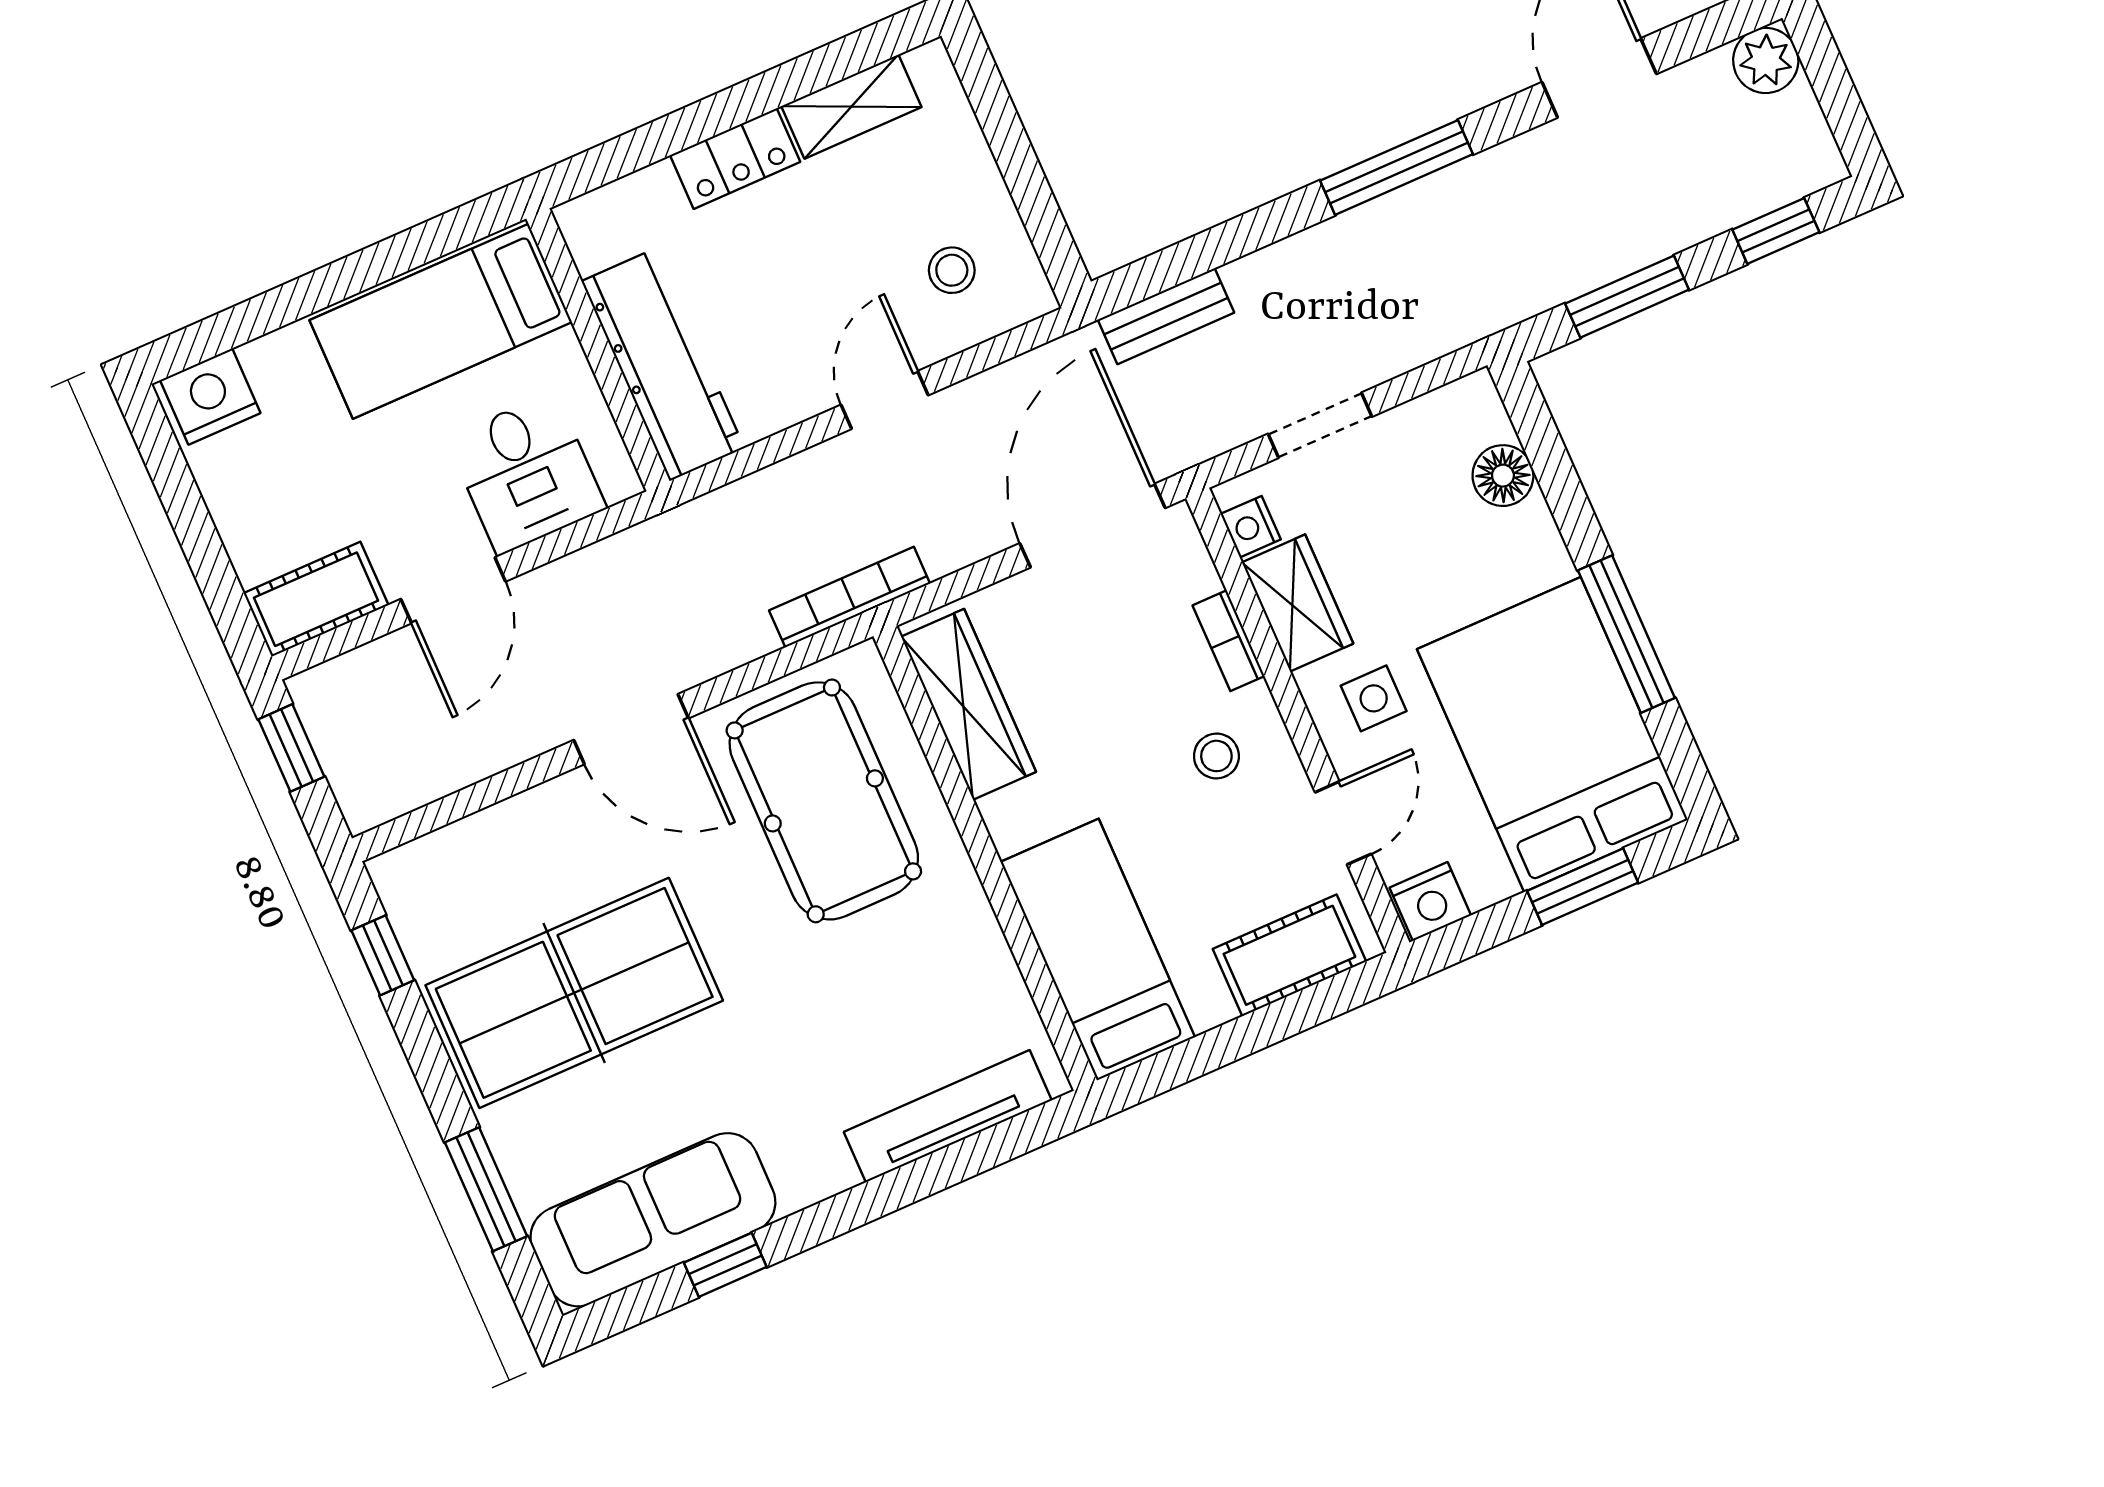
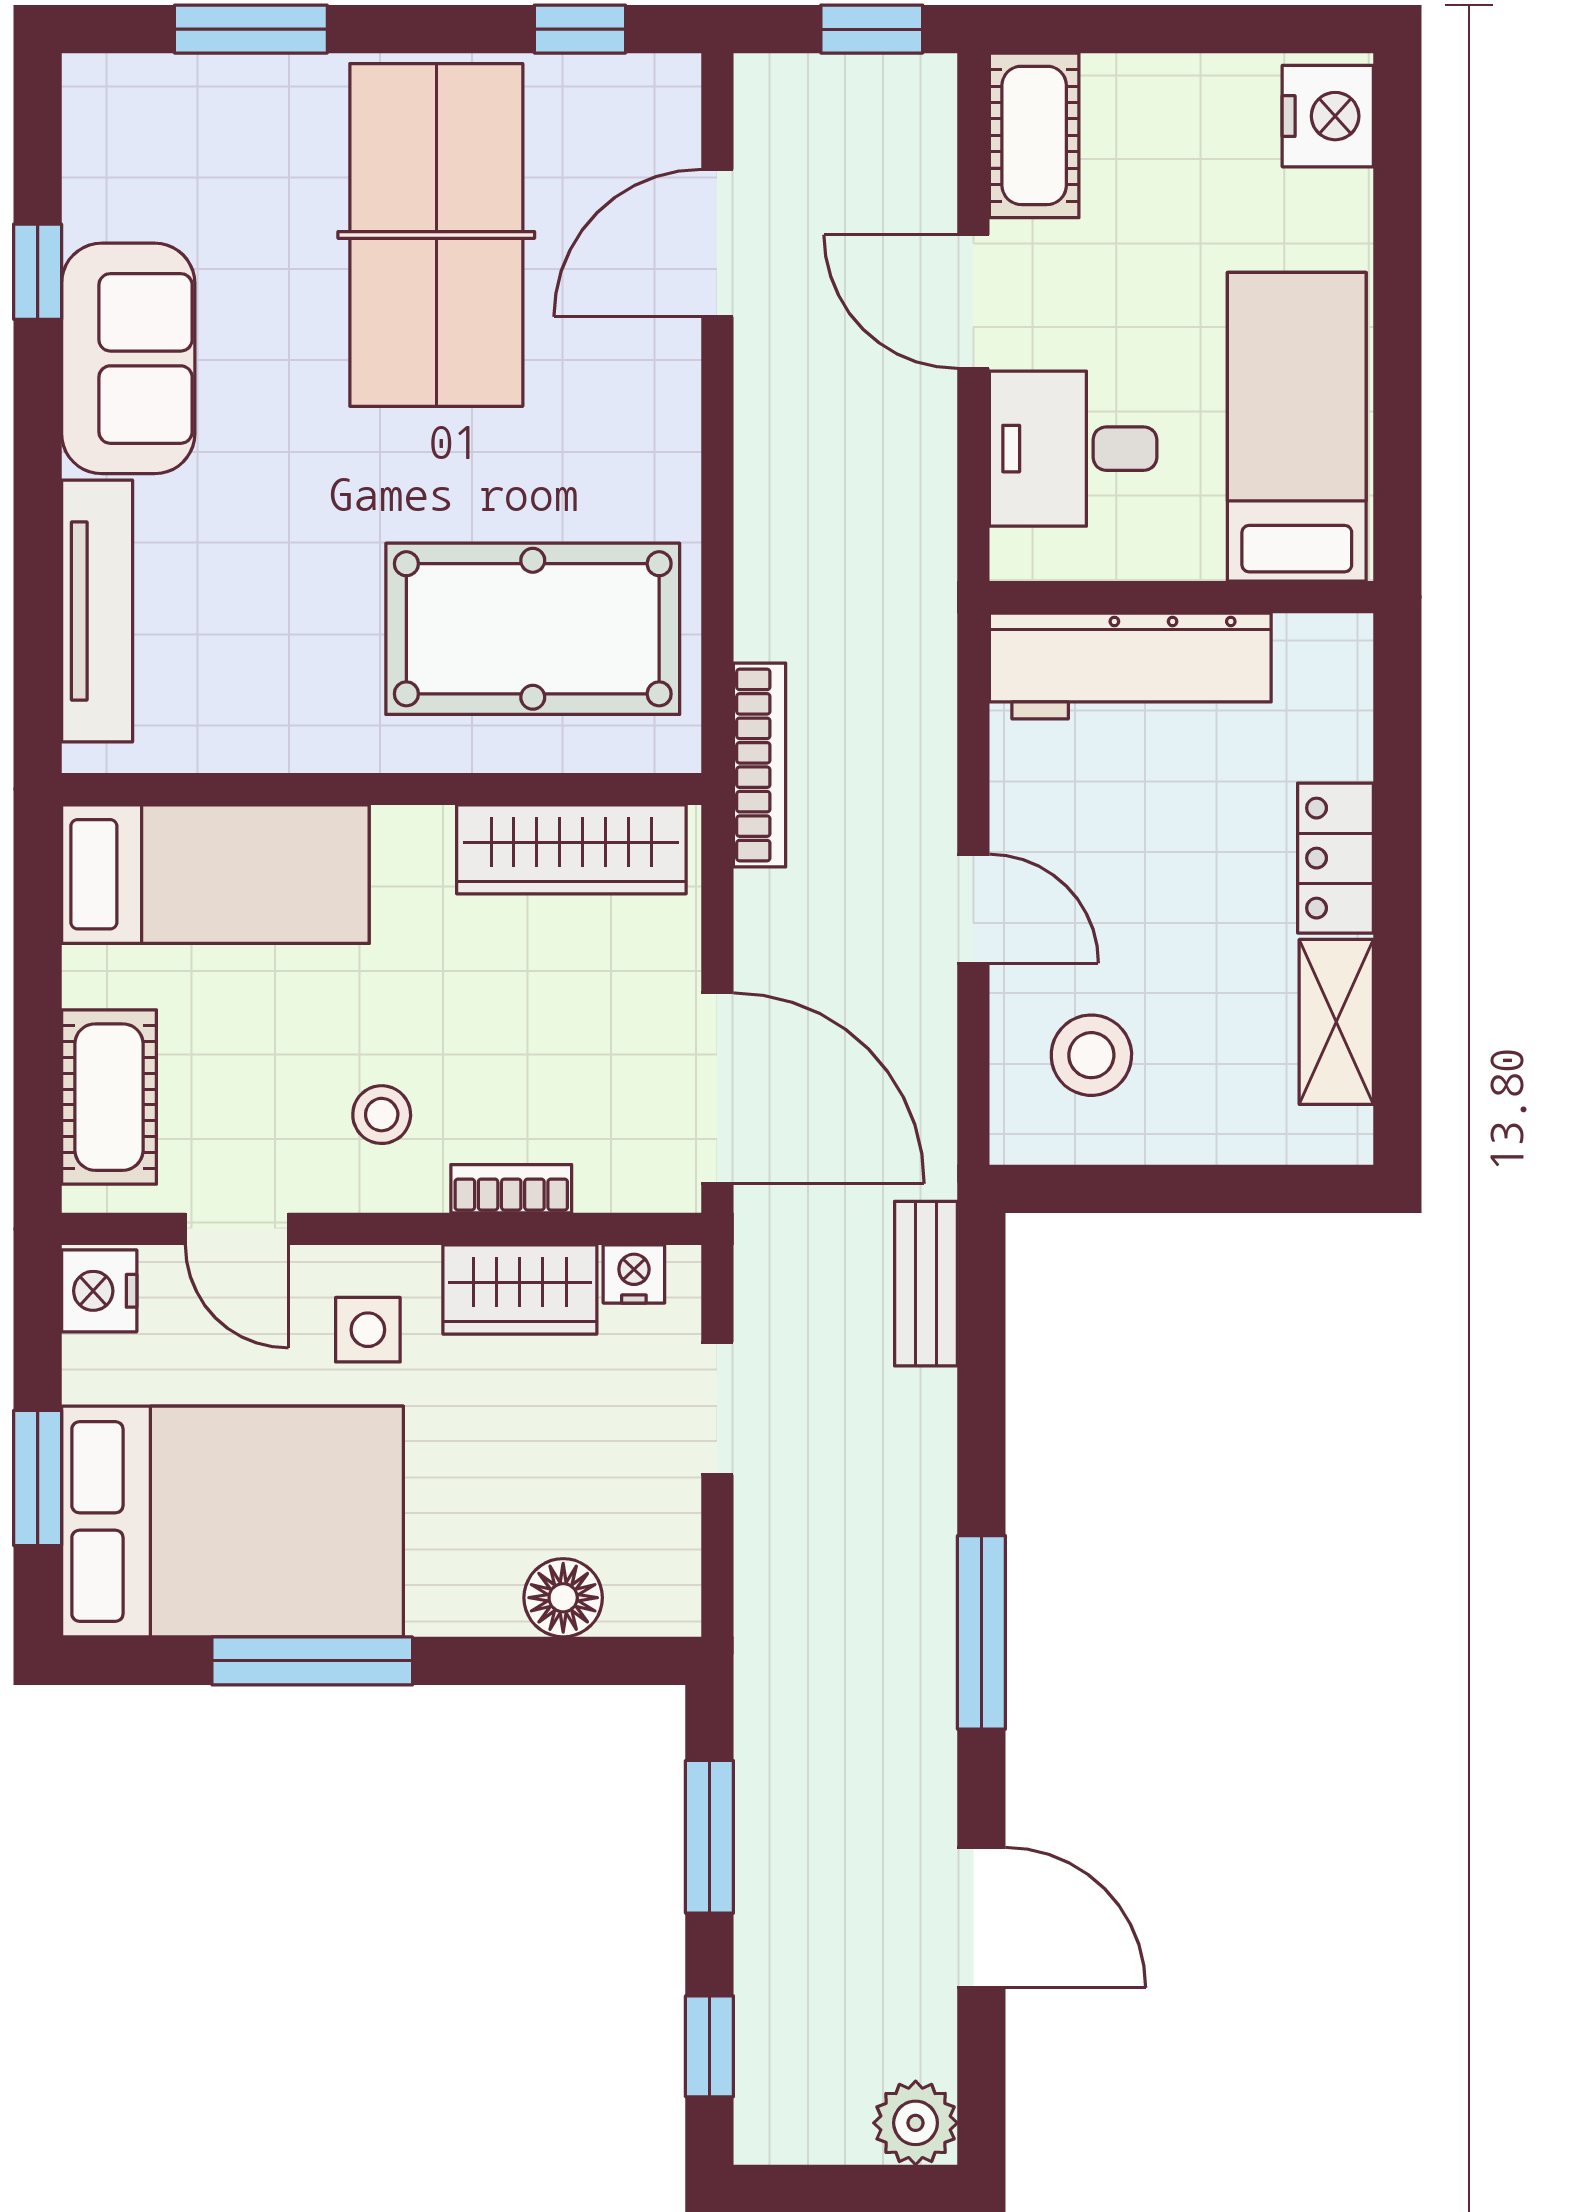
stool: (952, 270) -> (1091, 1055), width x1.37, depth x1.37
door: (631, 729) -> (717, 243), moved
sofa: (653, 1220) -> (128, 358), moved, width x0.73

